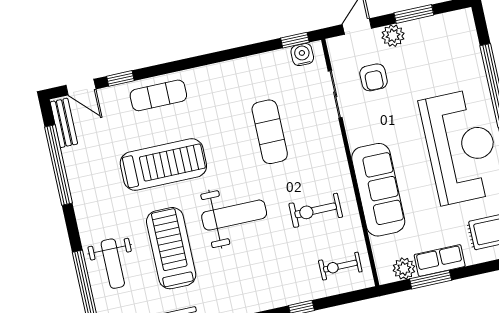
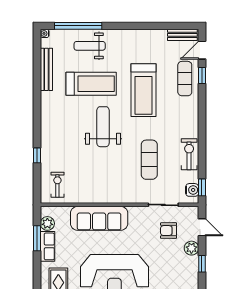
window: (414, 14) -> (202, 264), width x0.67
exercise mat: (158, 95) -> (185, 79), moved
exercise mat: (270, 132) -> (149, 160), turned 90
window: (58, 165) -> (157, 26), removed
exercise bike: (316, 210) -> (189, 154), moved
weight bench: (234, 215) -> (103, 127), turned 180

